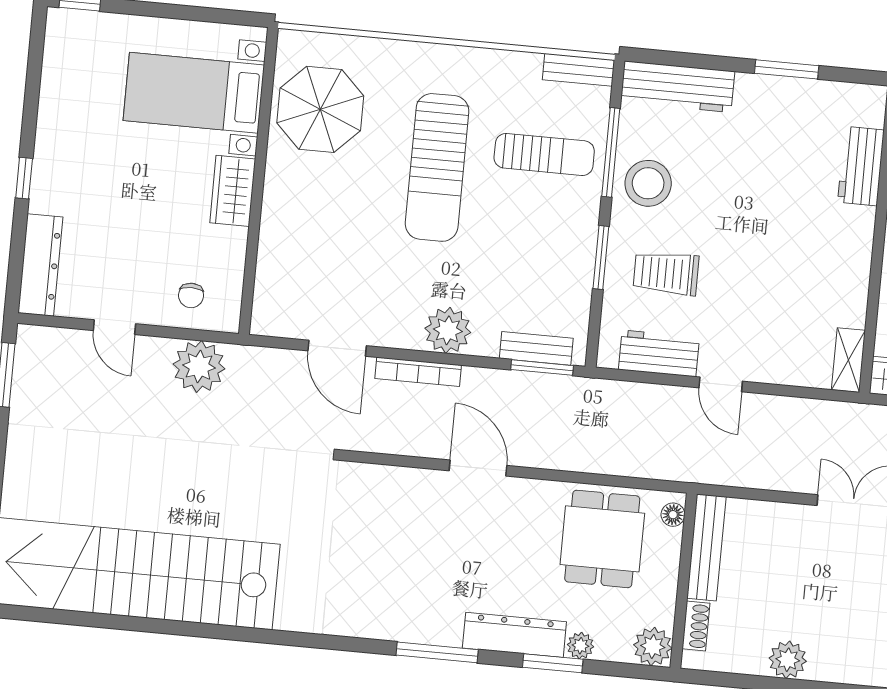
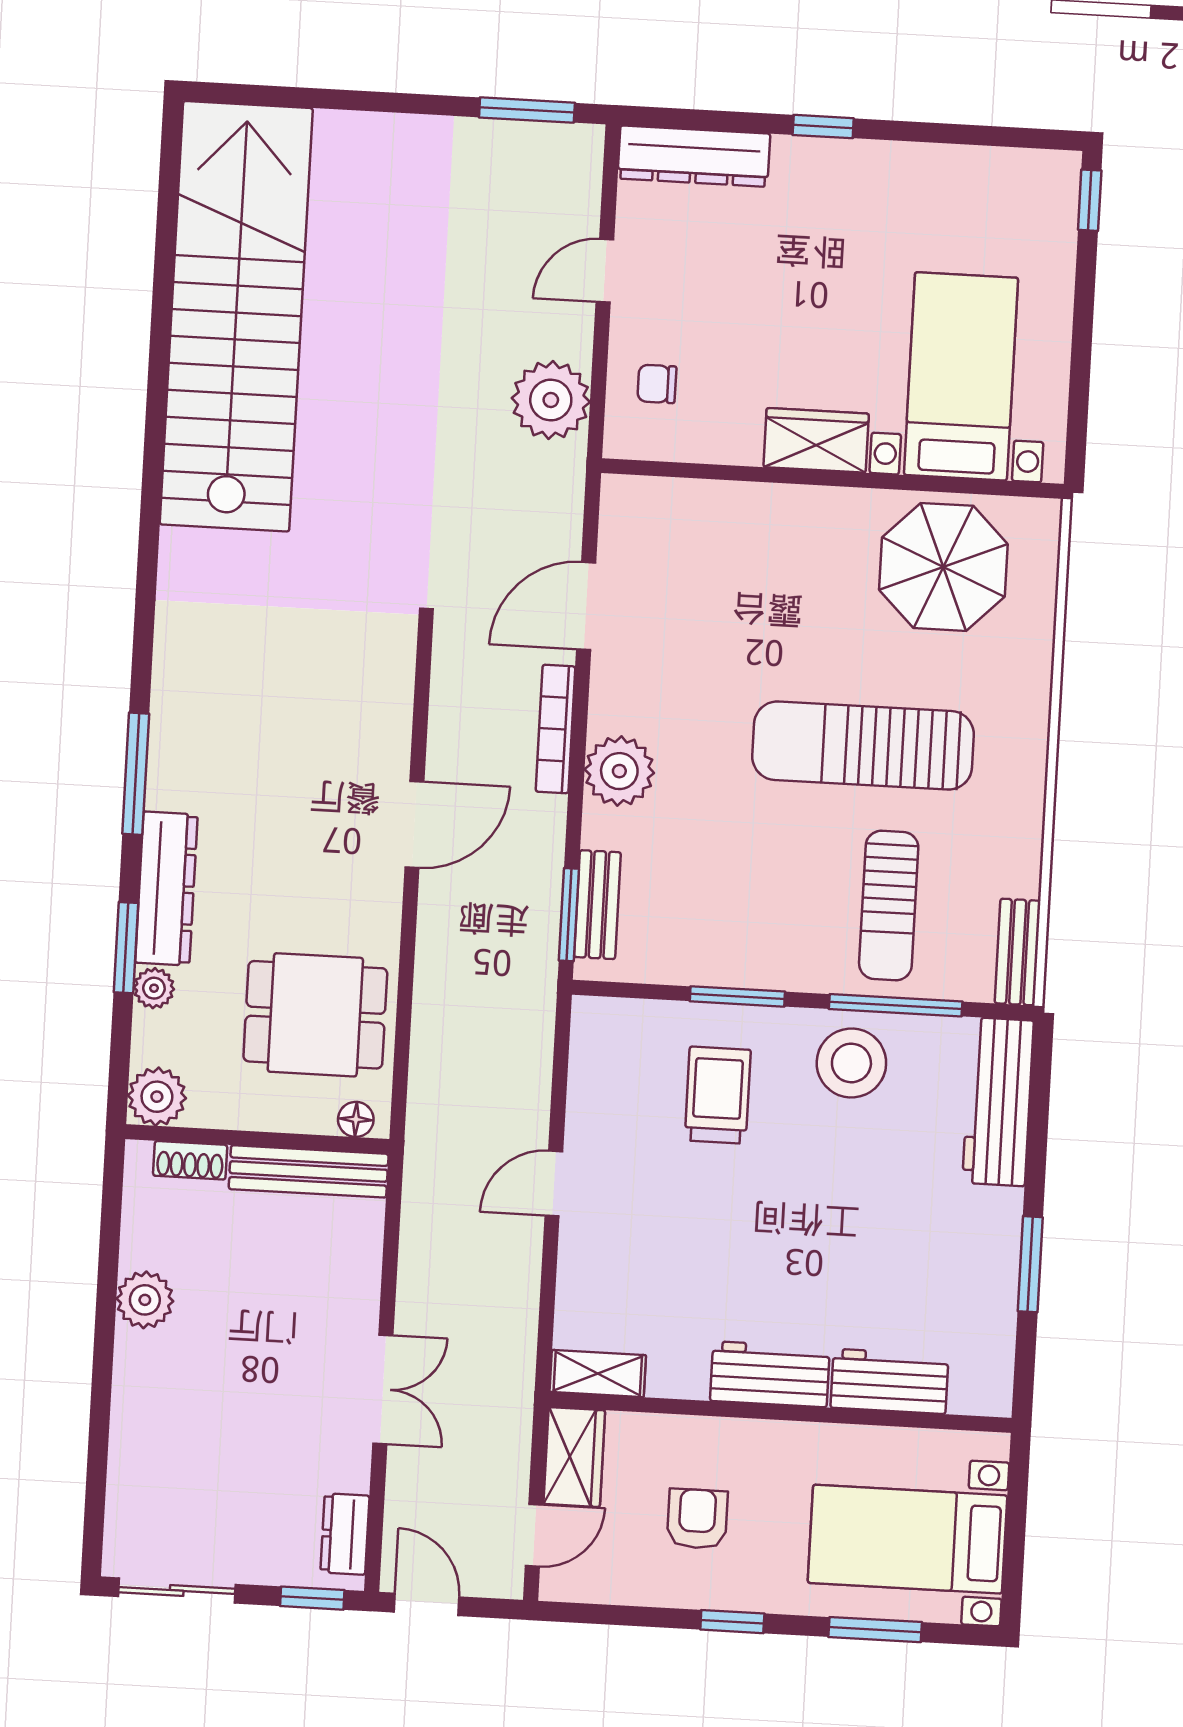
workbench: (659, 353) -> (770, 1374), moved, turned -90

